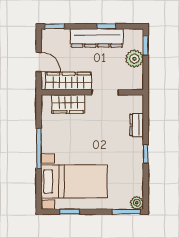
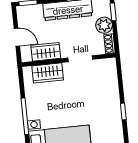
shoe rack: (138, 79) -> (110, 44), added
wardrobe: (69, 81) -> (46, 52), width x0.67
dresser: (137, 125) -> (112, 86), removed

